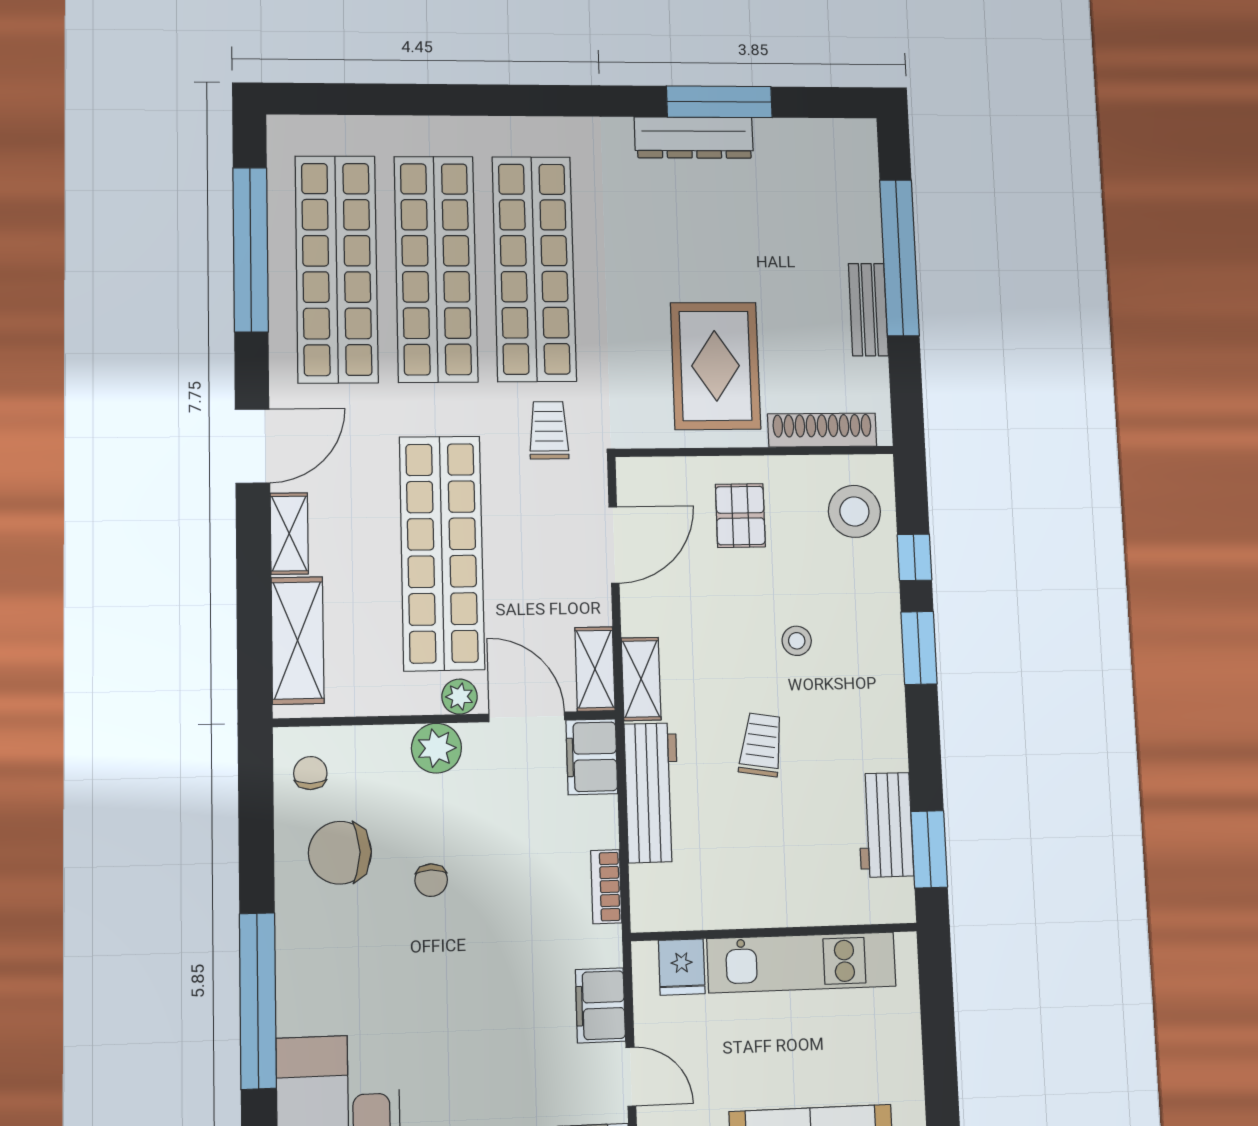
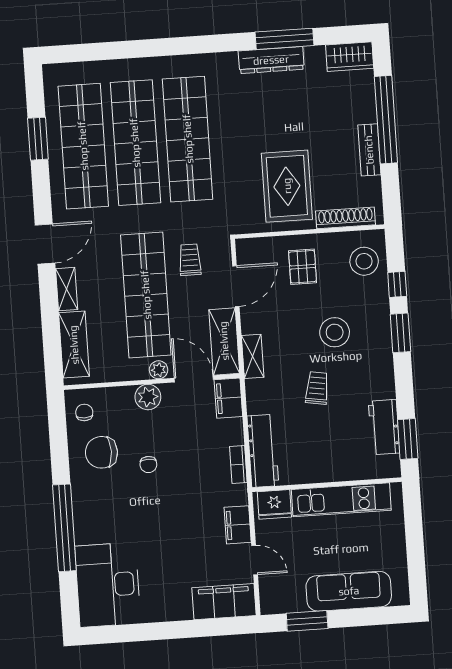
wardrobe: (836, 142) -> (350, 57), added
window: (251, 250) -> (38, 139), width x0.47
trolley: (549, 430) -> (190, 260), moved
stool: (797, 641) -> (335, 332), width x1.89, depth x1.89
shelving: (595, 669) -> (224, 341), width x1.50, depth x1.33
workbench: (652, 793) -> (263, 451), moved
fridge: (682, 967) -> (274, 504), width x1.38

